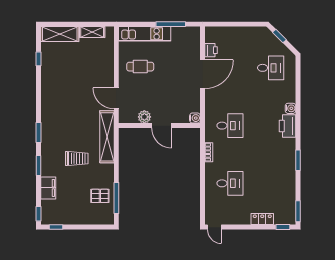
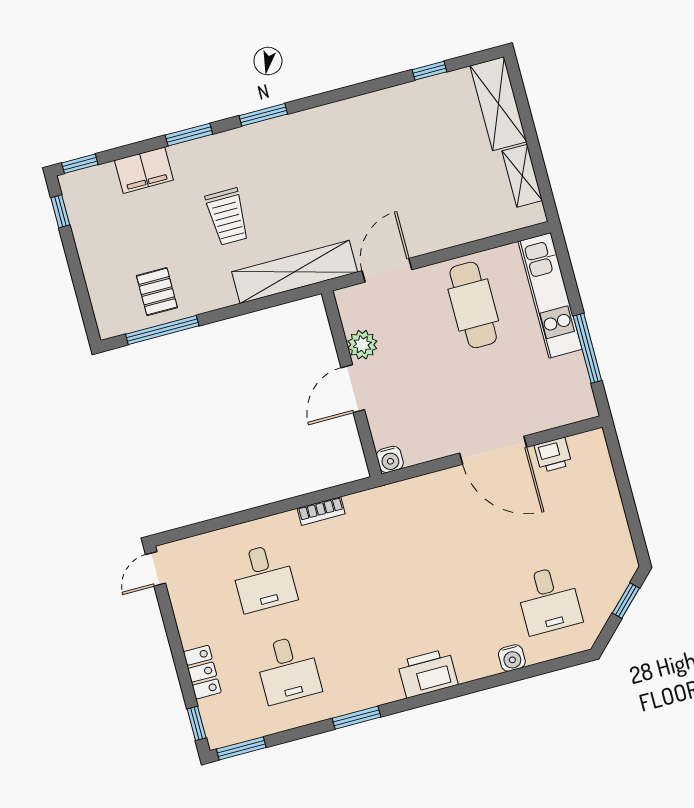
cafe table: (140, 67) -> (473, 305), width x1.37, depth x1.35
water cooler: (290, 108) -> (512, 658), moved
desk: (230, 126) -> (288, 669), moved

